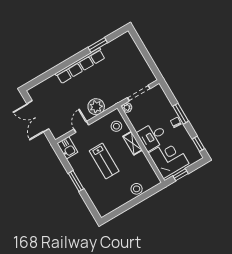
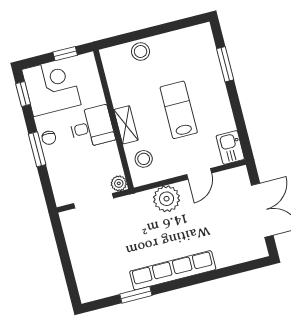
corner desk: (169, 158) -> (51, 87), moved, turned 180
window: (76, 181) -> (225, 64), moved

